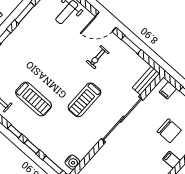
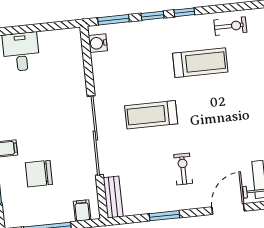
door: (106, 22) -> (228, 209), moved
treadmill: (34, 99) -> (200, 63), turned 180
treadmill: (84, 100) -> (151, 115), turned -90

